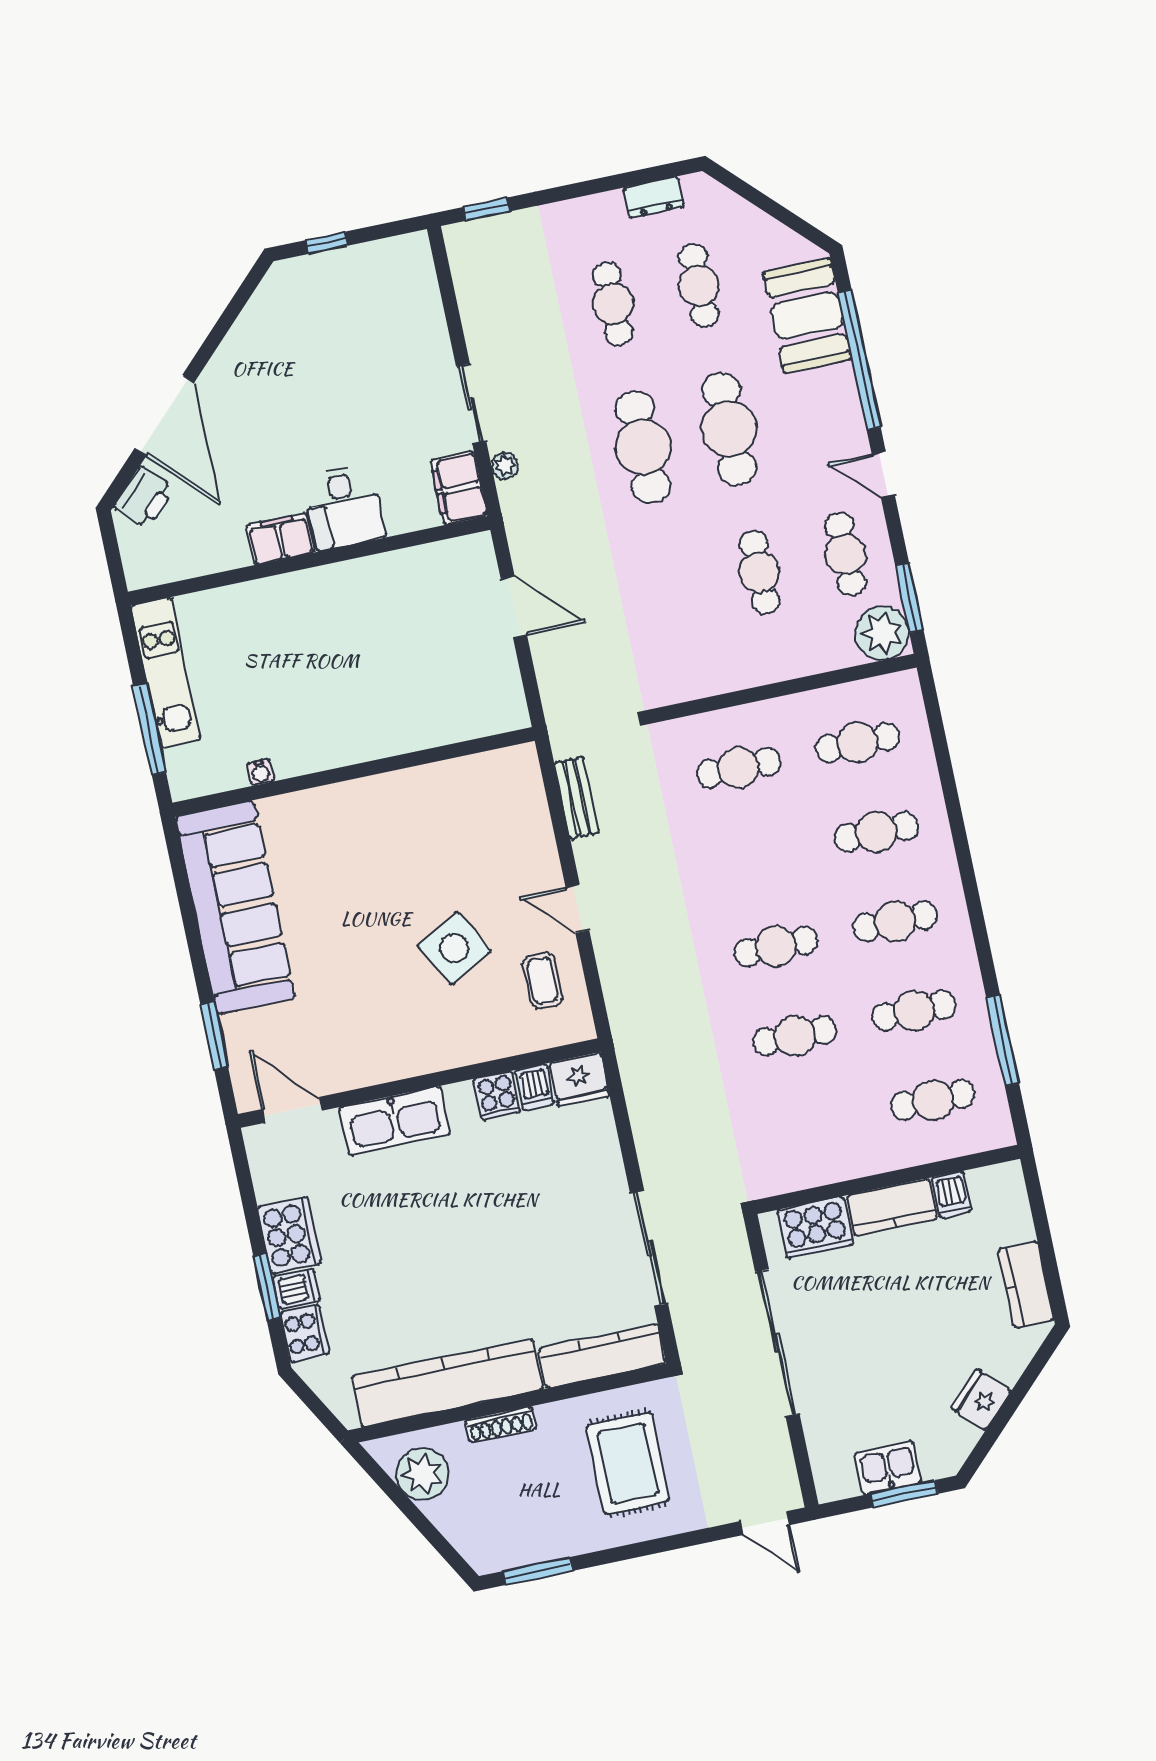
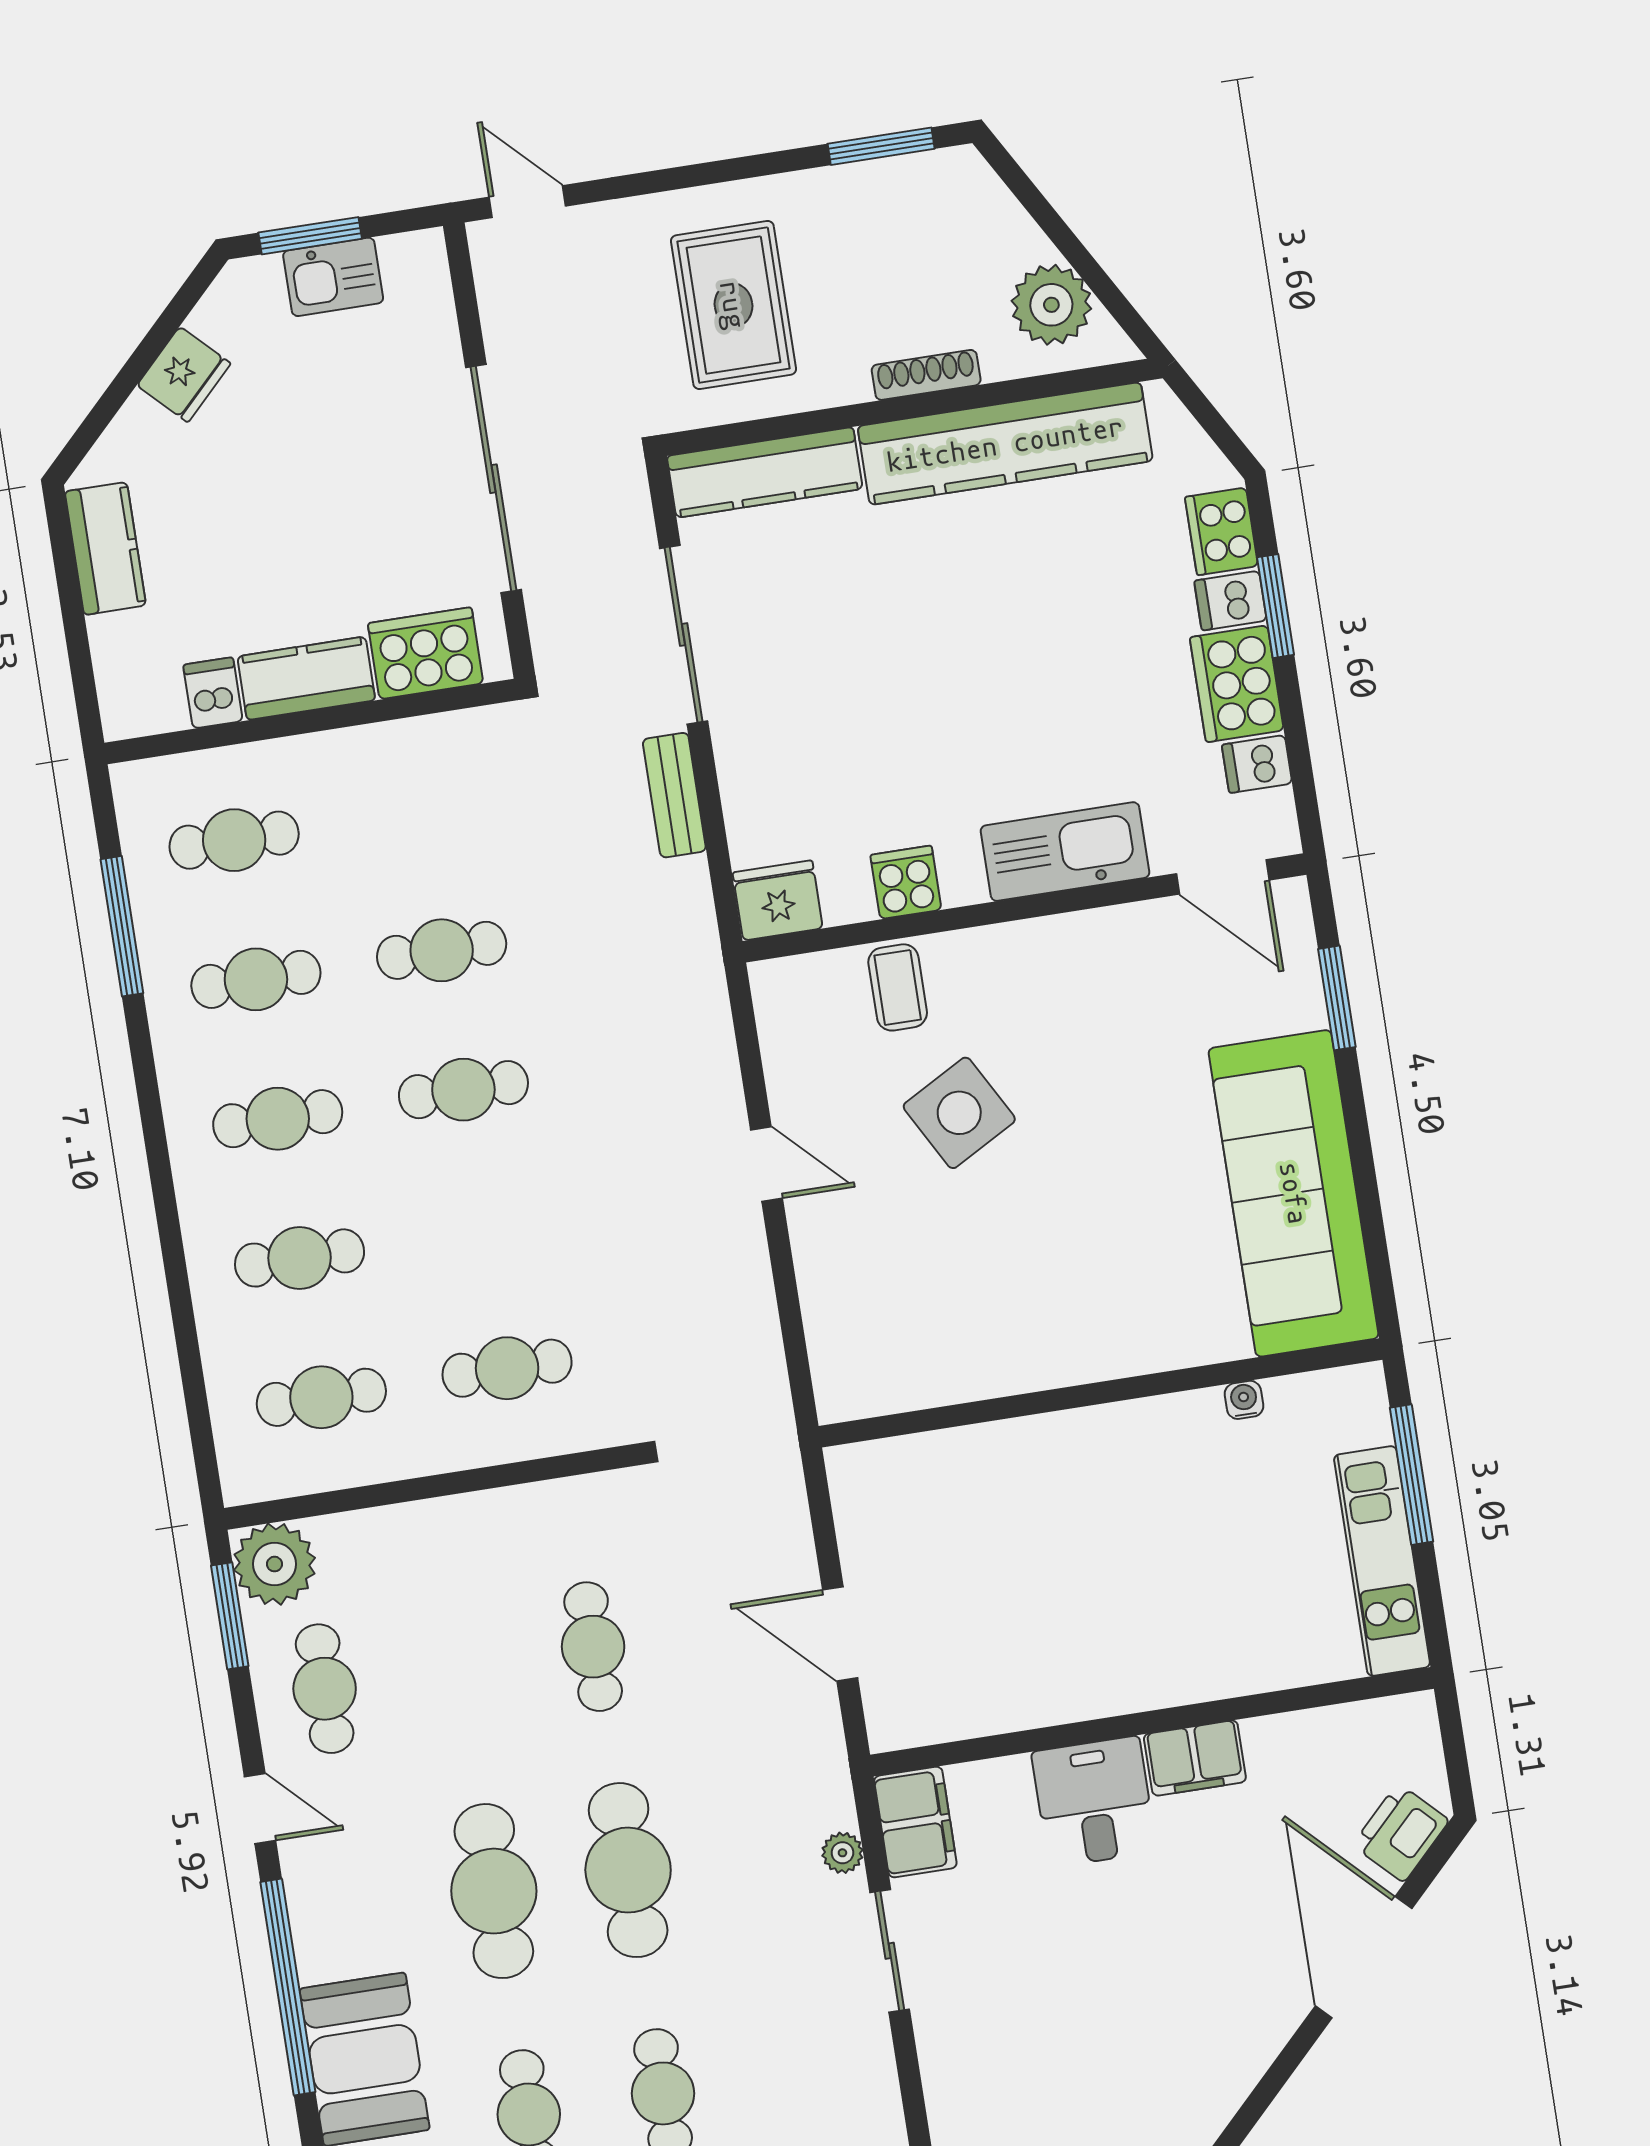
cafe table: (759, 572) -> (593, 1647), moved
bench: (577, 798) -> (674, 795), moved
coffee table: (543, 980) -> (898, 987), moved
dishwasher: (535, 1087) -> (1257, 764), moved, turned -90

